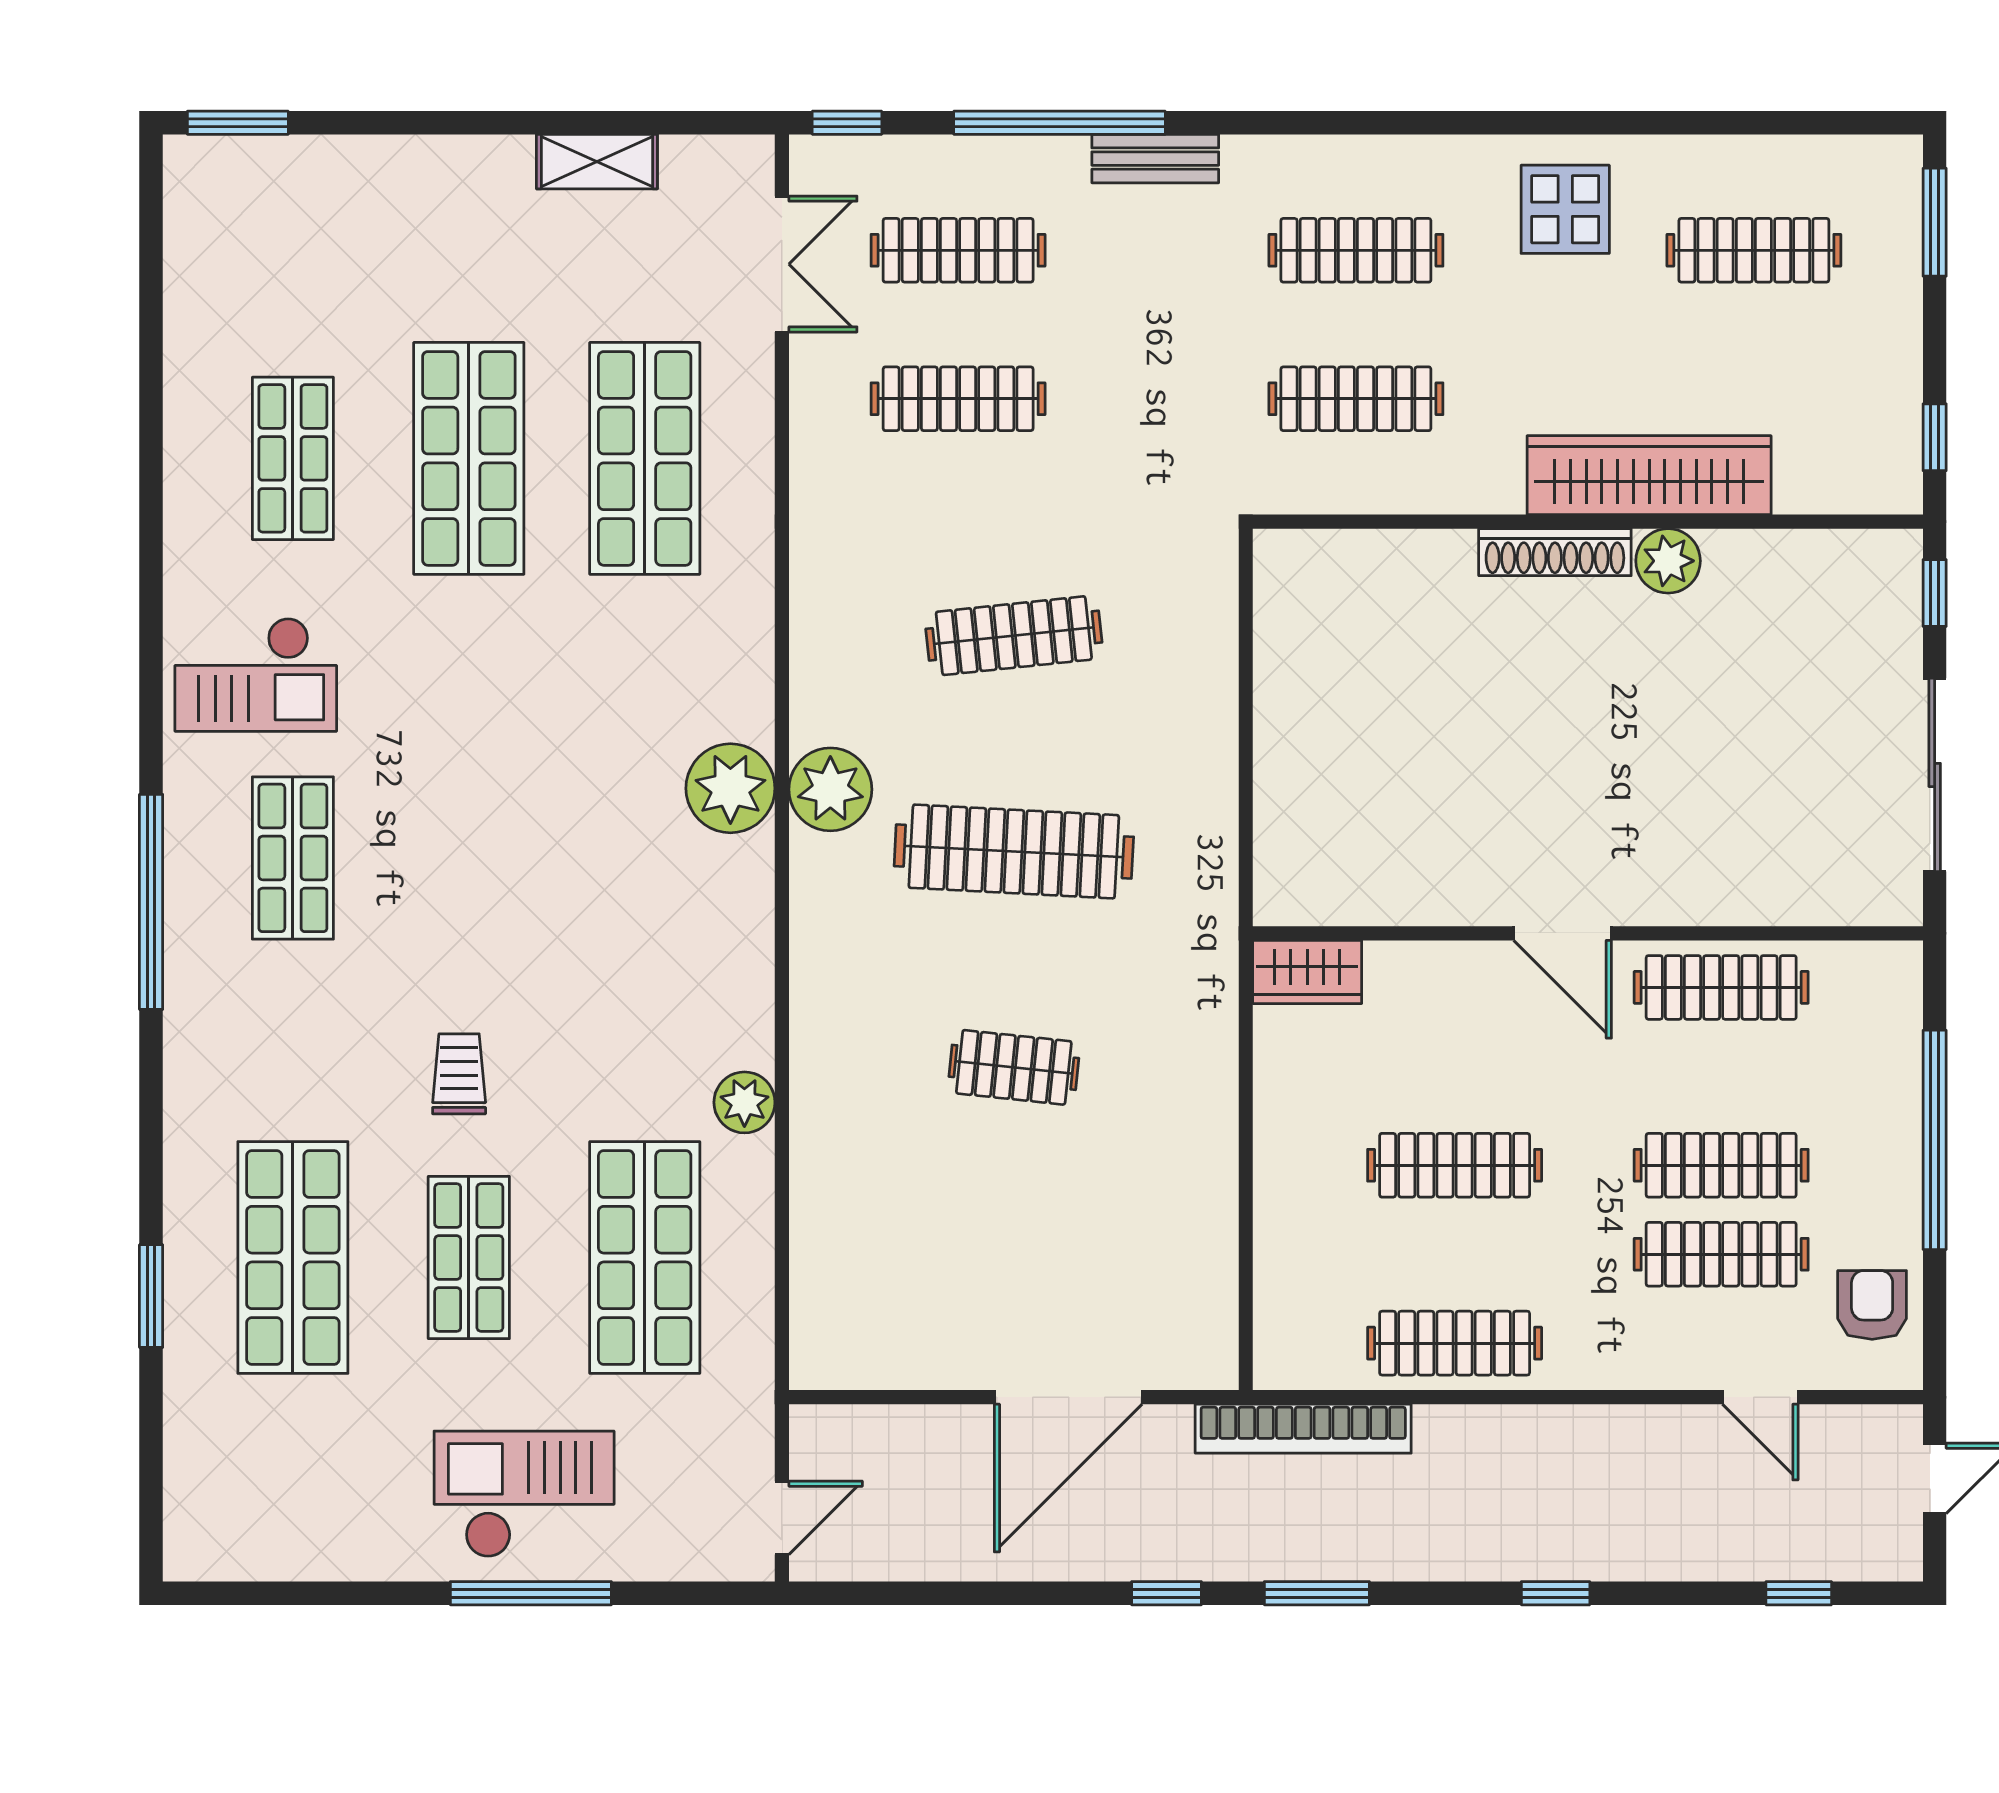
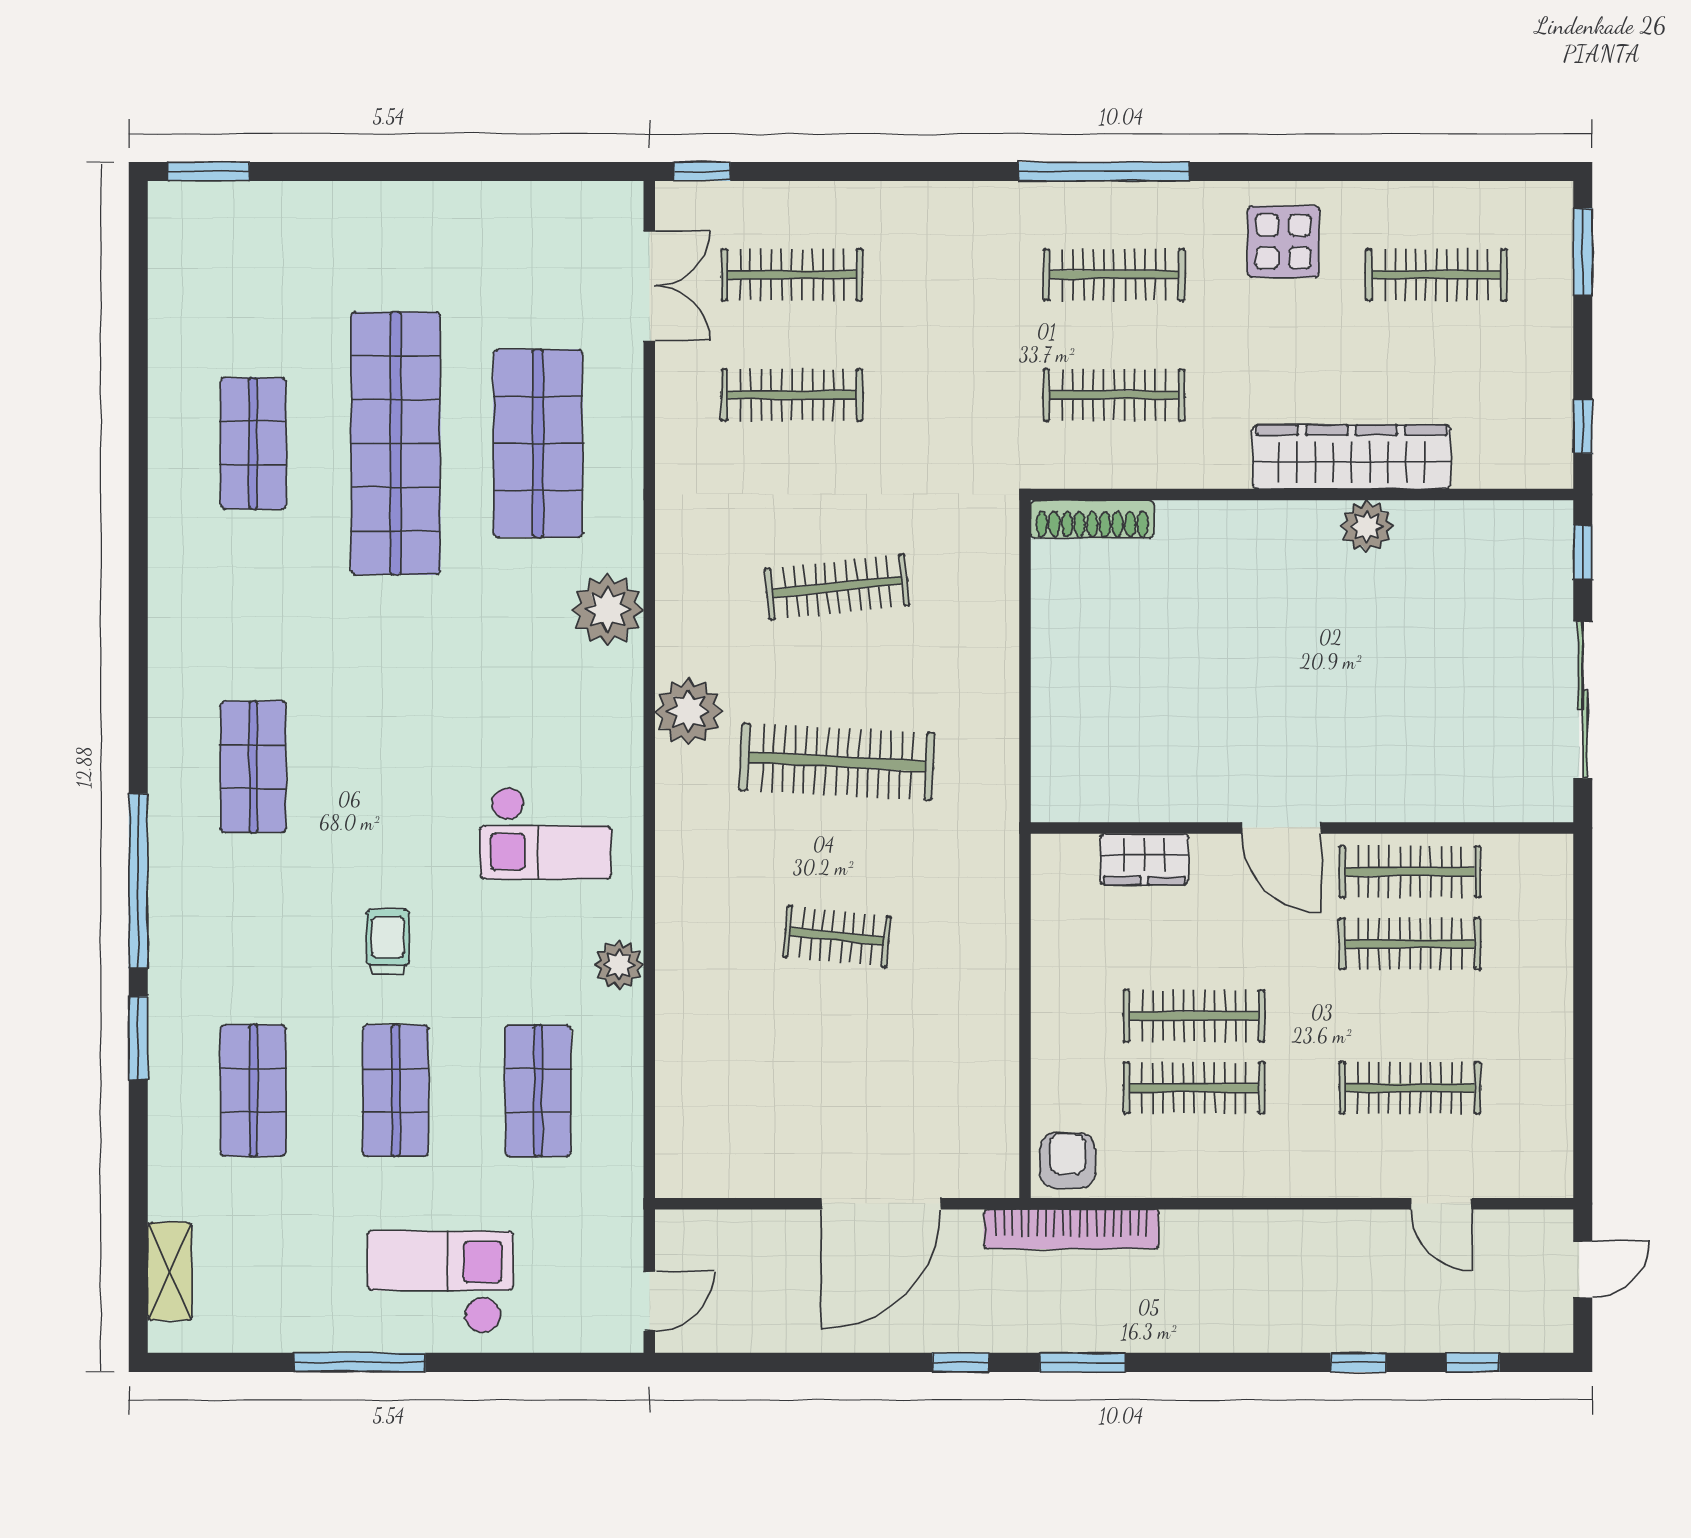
window: (1059, 123) -> (1104, 171), moved
bench: (1155, 159) -> (952, 200), removed
shelving: (597, 162) -> (170, 1271), moved, turned 90
shop shelf: (469, 458) -> (396, 443), width x1.40
shoe rack: (1555, 552) -> (1092, 519), moved
checkout: (256, 675) -> (545, 833), moved
plant: (730, 788) -> (608, 610), moved
window: (151, 902) -> (138, 881), moved
wardrobe: (1307, 972) -> (1144, 859), moved
window: (1935, 1140) -> (1583, 995), removed
clothes rail: (1721, 1165) -> (1410, 944), moved
shop shelf: (293, 1258) -> (253, 1091), width x0.70, depth x0.74
shop shelf: (645, 1258) -> (538, 1091), width x0.70, depth x0.74
window: (151, 1296) -> (138, 1038), moved
armchair: (1872, 1305) -> (1068, 1161), moved
clothes rail: (1455, 1343) -> (1194, 1088), moved
window: (531, 1593) -> (360, 1362), moved
window: (1556, 1593) -> (1358, 1362), moved

